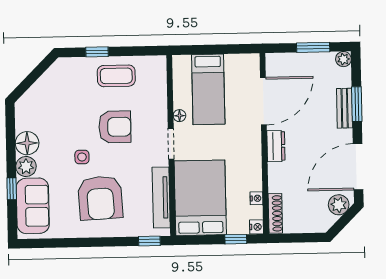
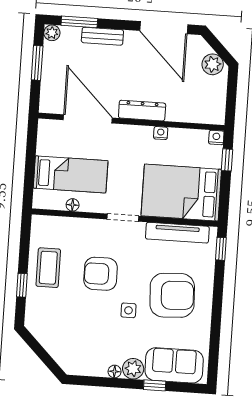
window: (357, 104) -> (79, 22), moved
floor lamp: (179, 116) -> (73, 205), moved
armchair: (115, 127) -> (101, 274), turned -90
floor lamp: (27, 143) -> (115, 371), width x0.53, depth x0.53
dresser: (276, 146) -> (142, 111), width x1.44
nightstand: (257, 198) -> (161, 133), moved
plant: (339, 205) -> (213, 64), moved
shoe rack: (275, 213) -> (204, 117), removed

